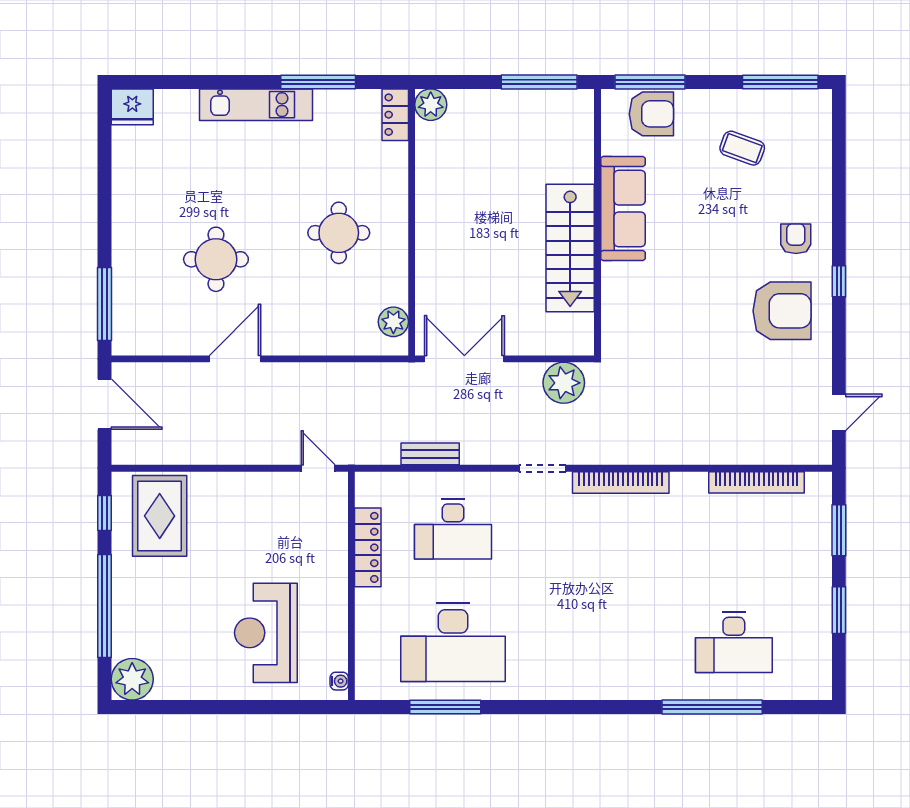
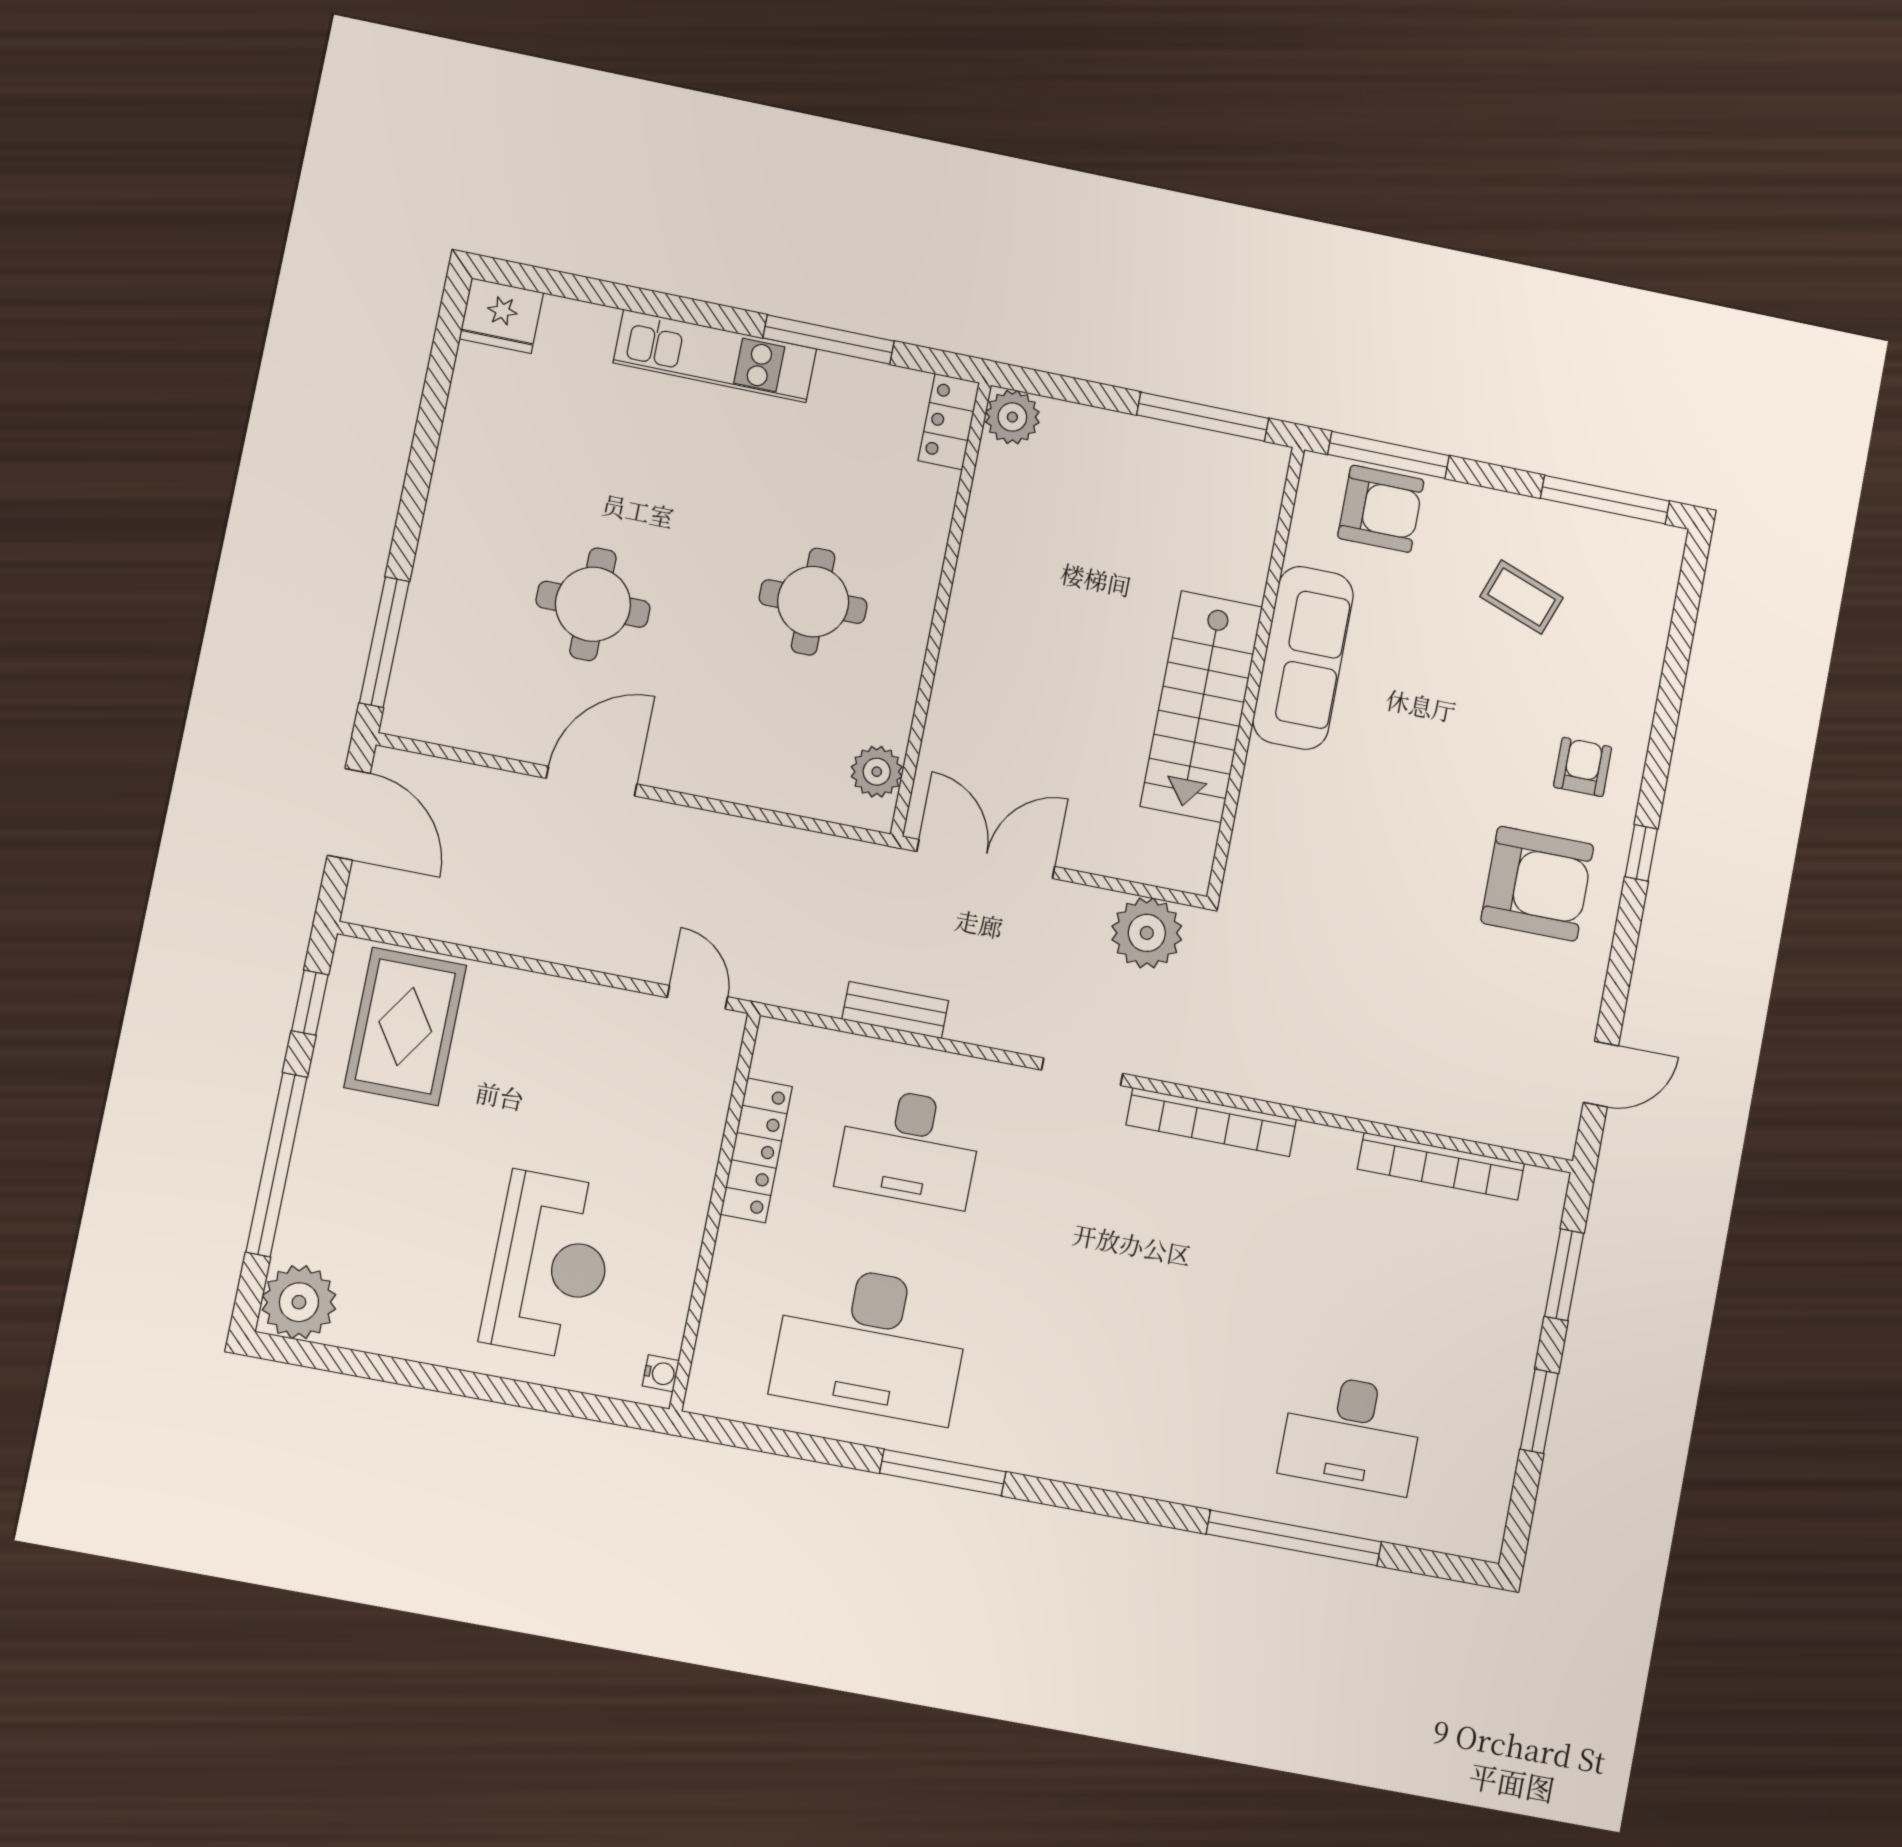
reception desk: (266, 633) -> (550, 1265), turned 180
window: (445, 707) -> (943, 1473), moved

